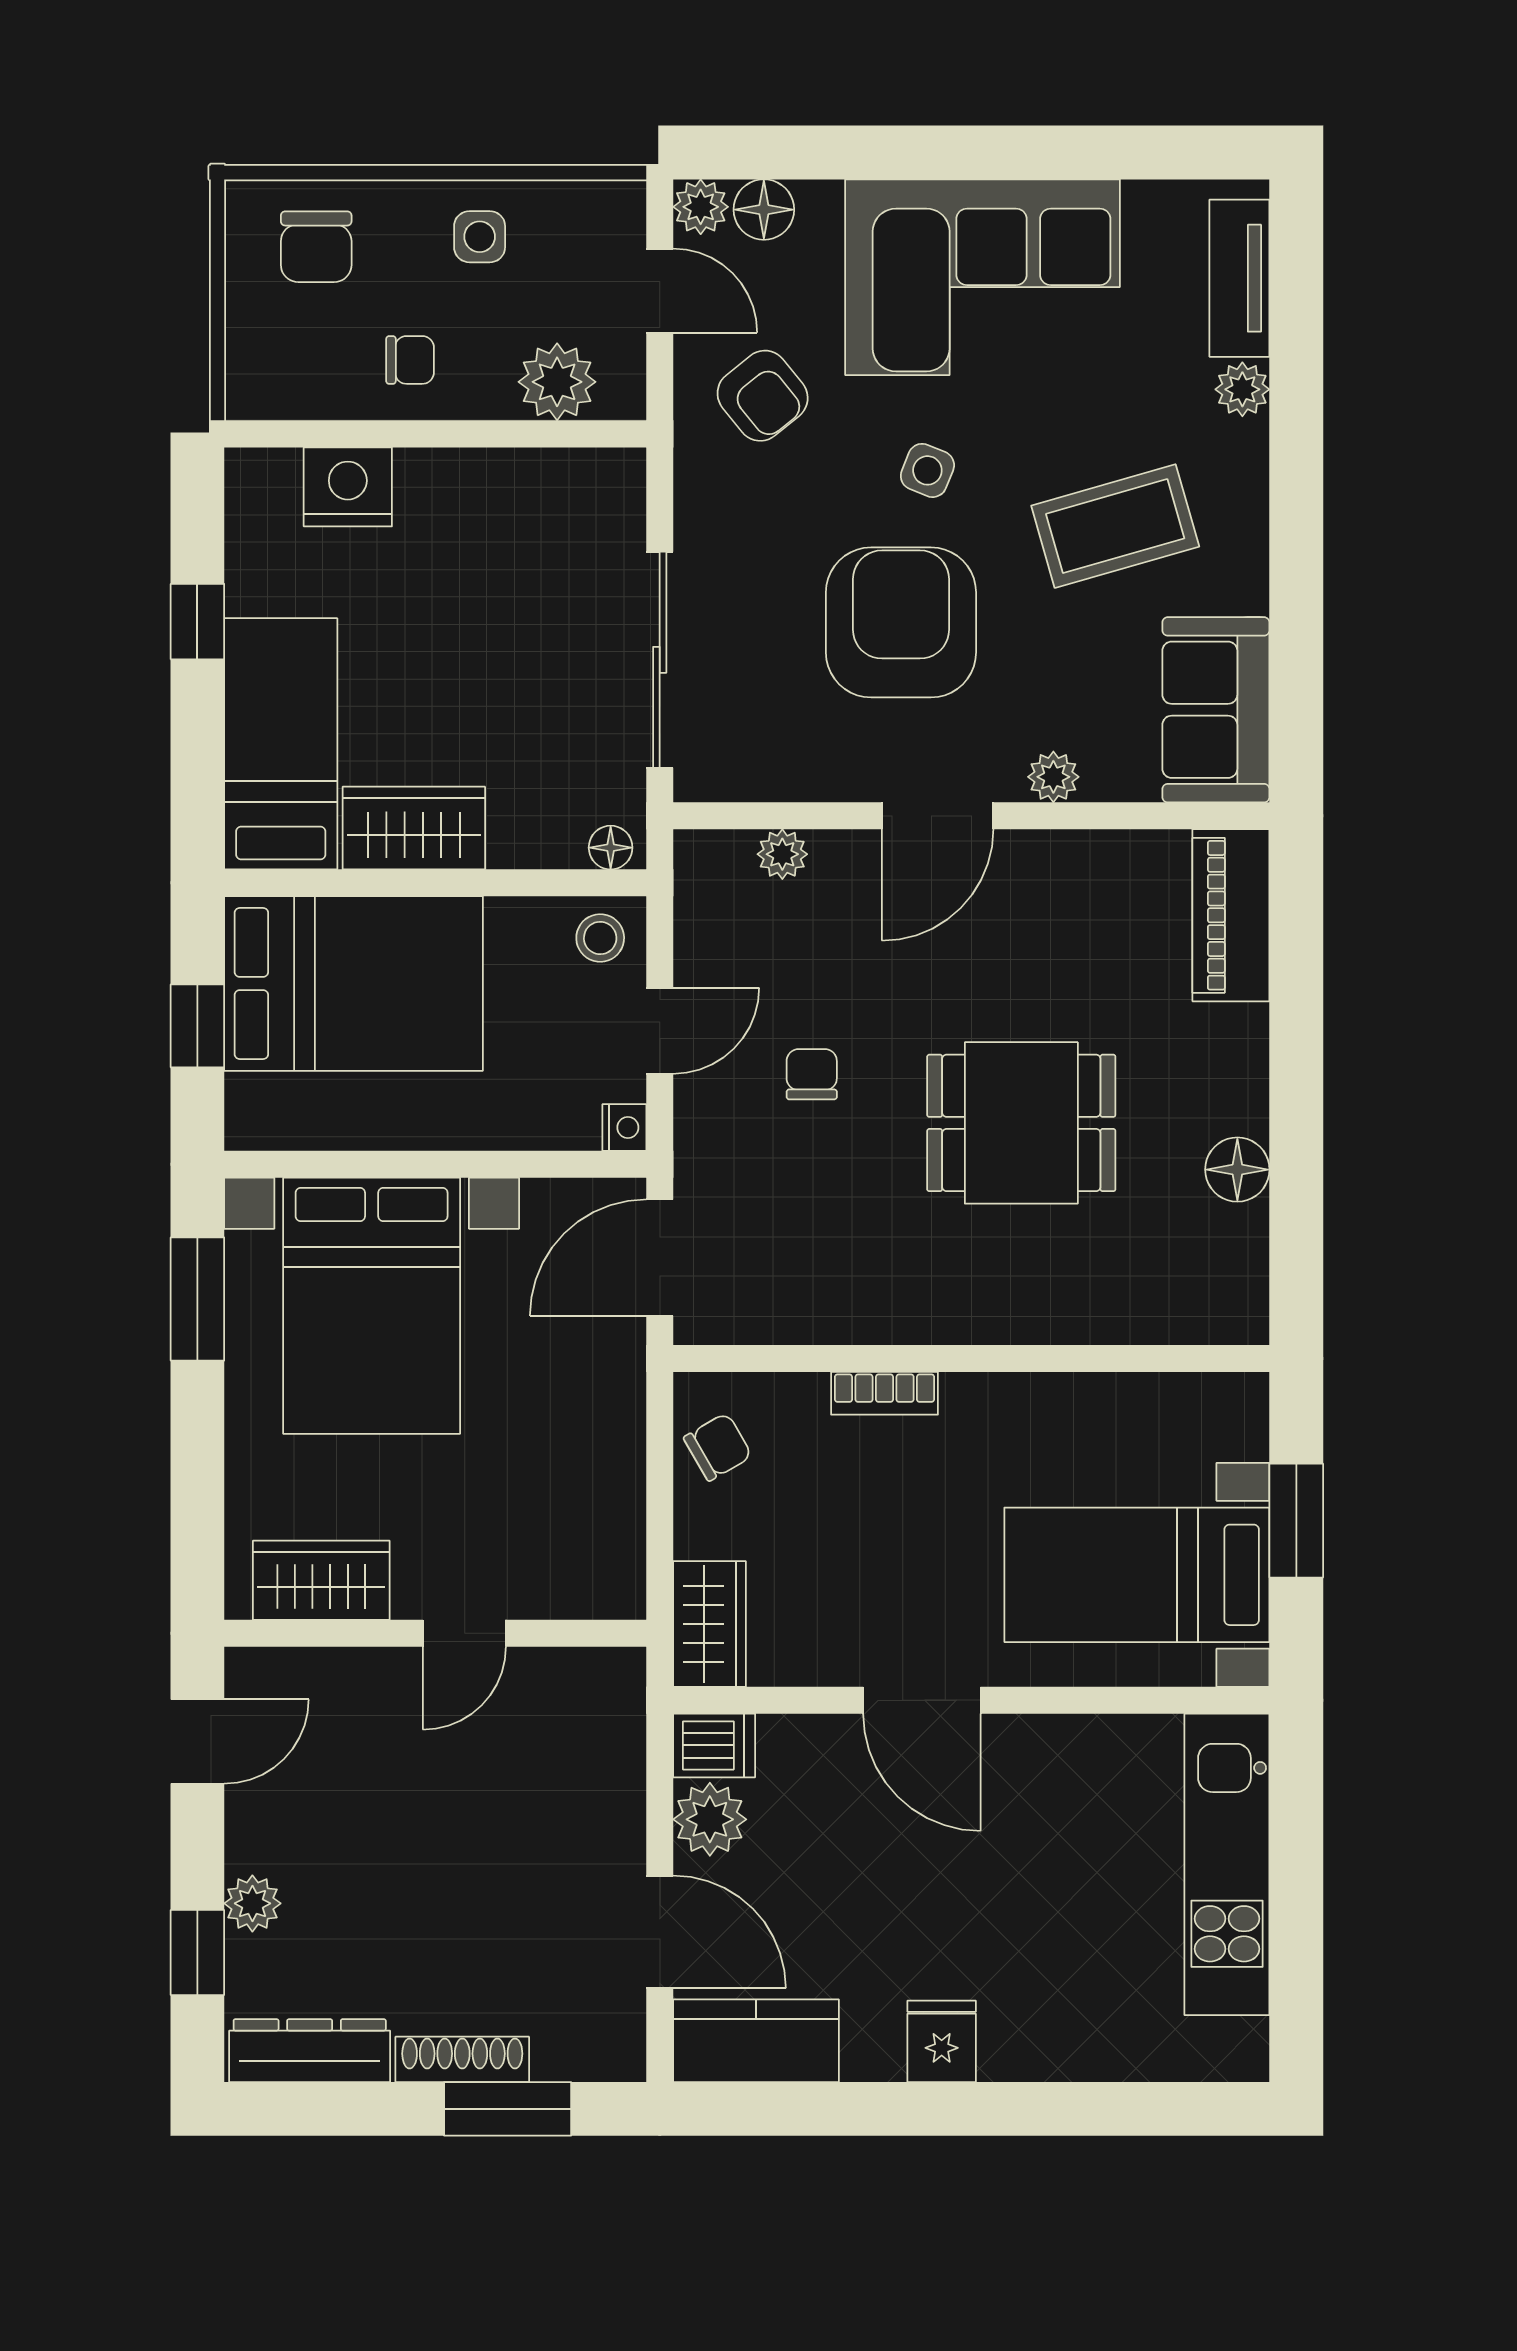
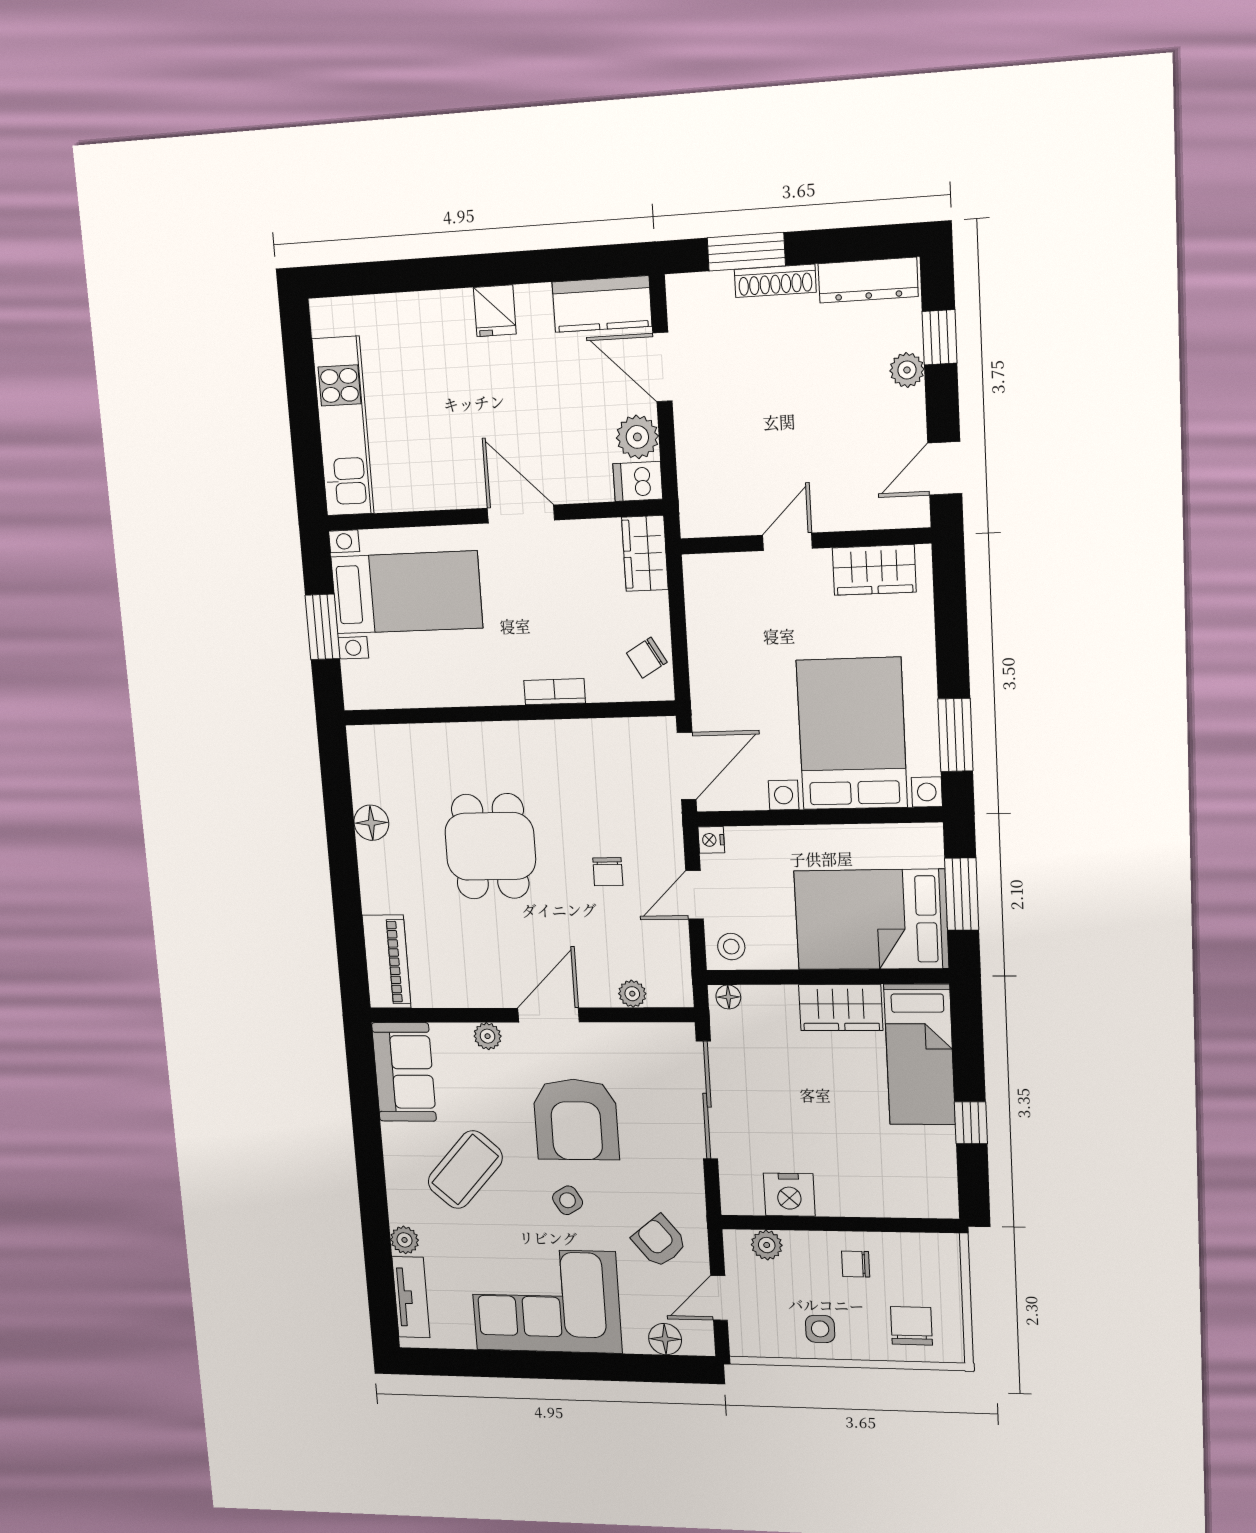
plant: (701, 207) -> (699, 1341), removed
door: (660, 291) -> (719, 1298), hinge flipped
plant: (557, 382) -> (767, 1245), width x0.73, depth x0.73
side table: (927, 470) -> (568, 1200), turned 37
nightstand: (348, 487) -> (789, 1195), moved
coffee table: (1115, 526) -> (465, 1170), turned -32
window: (197, 1026) -> (962, 894), width x1.50
dining table: (1021, 1123) -> (490, 846), turned 90

